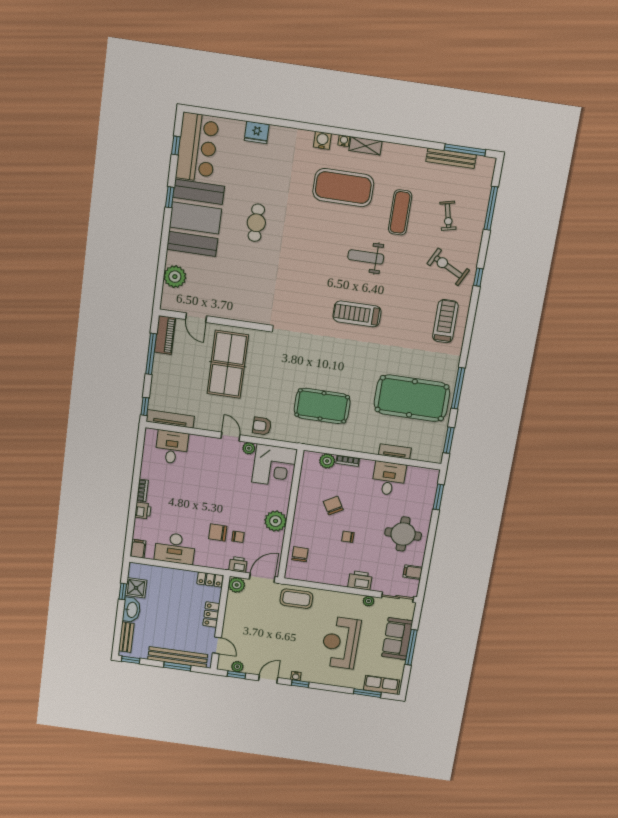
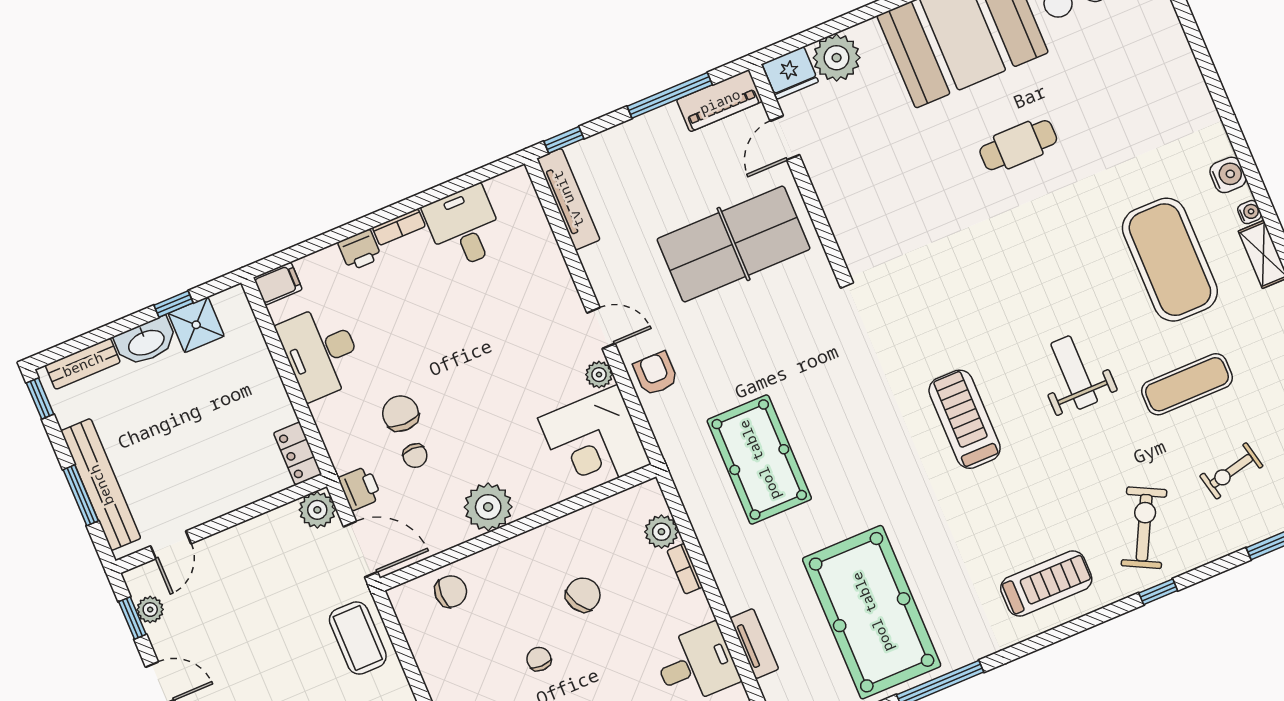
fridge: (257, 132) -> (790, 73), moved, turned -90
door: (230, 437) -> (601, 328), hinge flipped
desk: (172, 447) -> (464, 227), moved, turned -90
locker: (211, 615) -> (228, 497), removed

